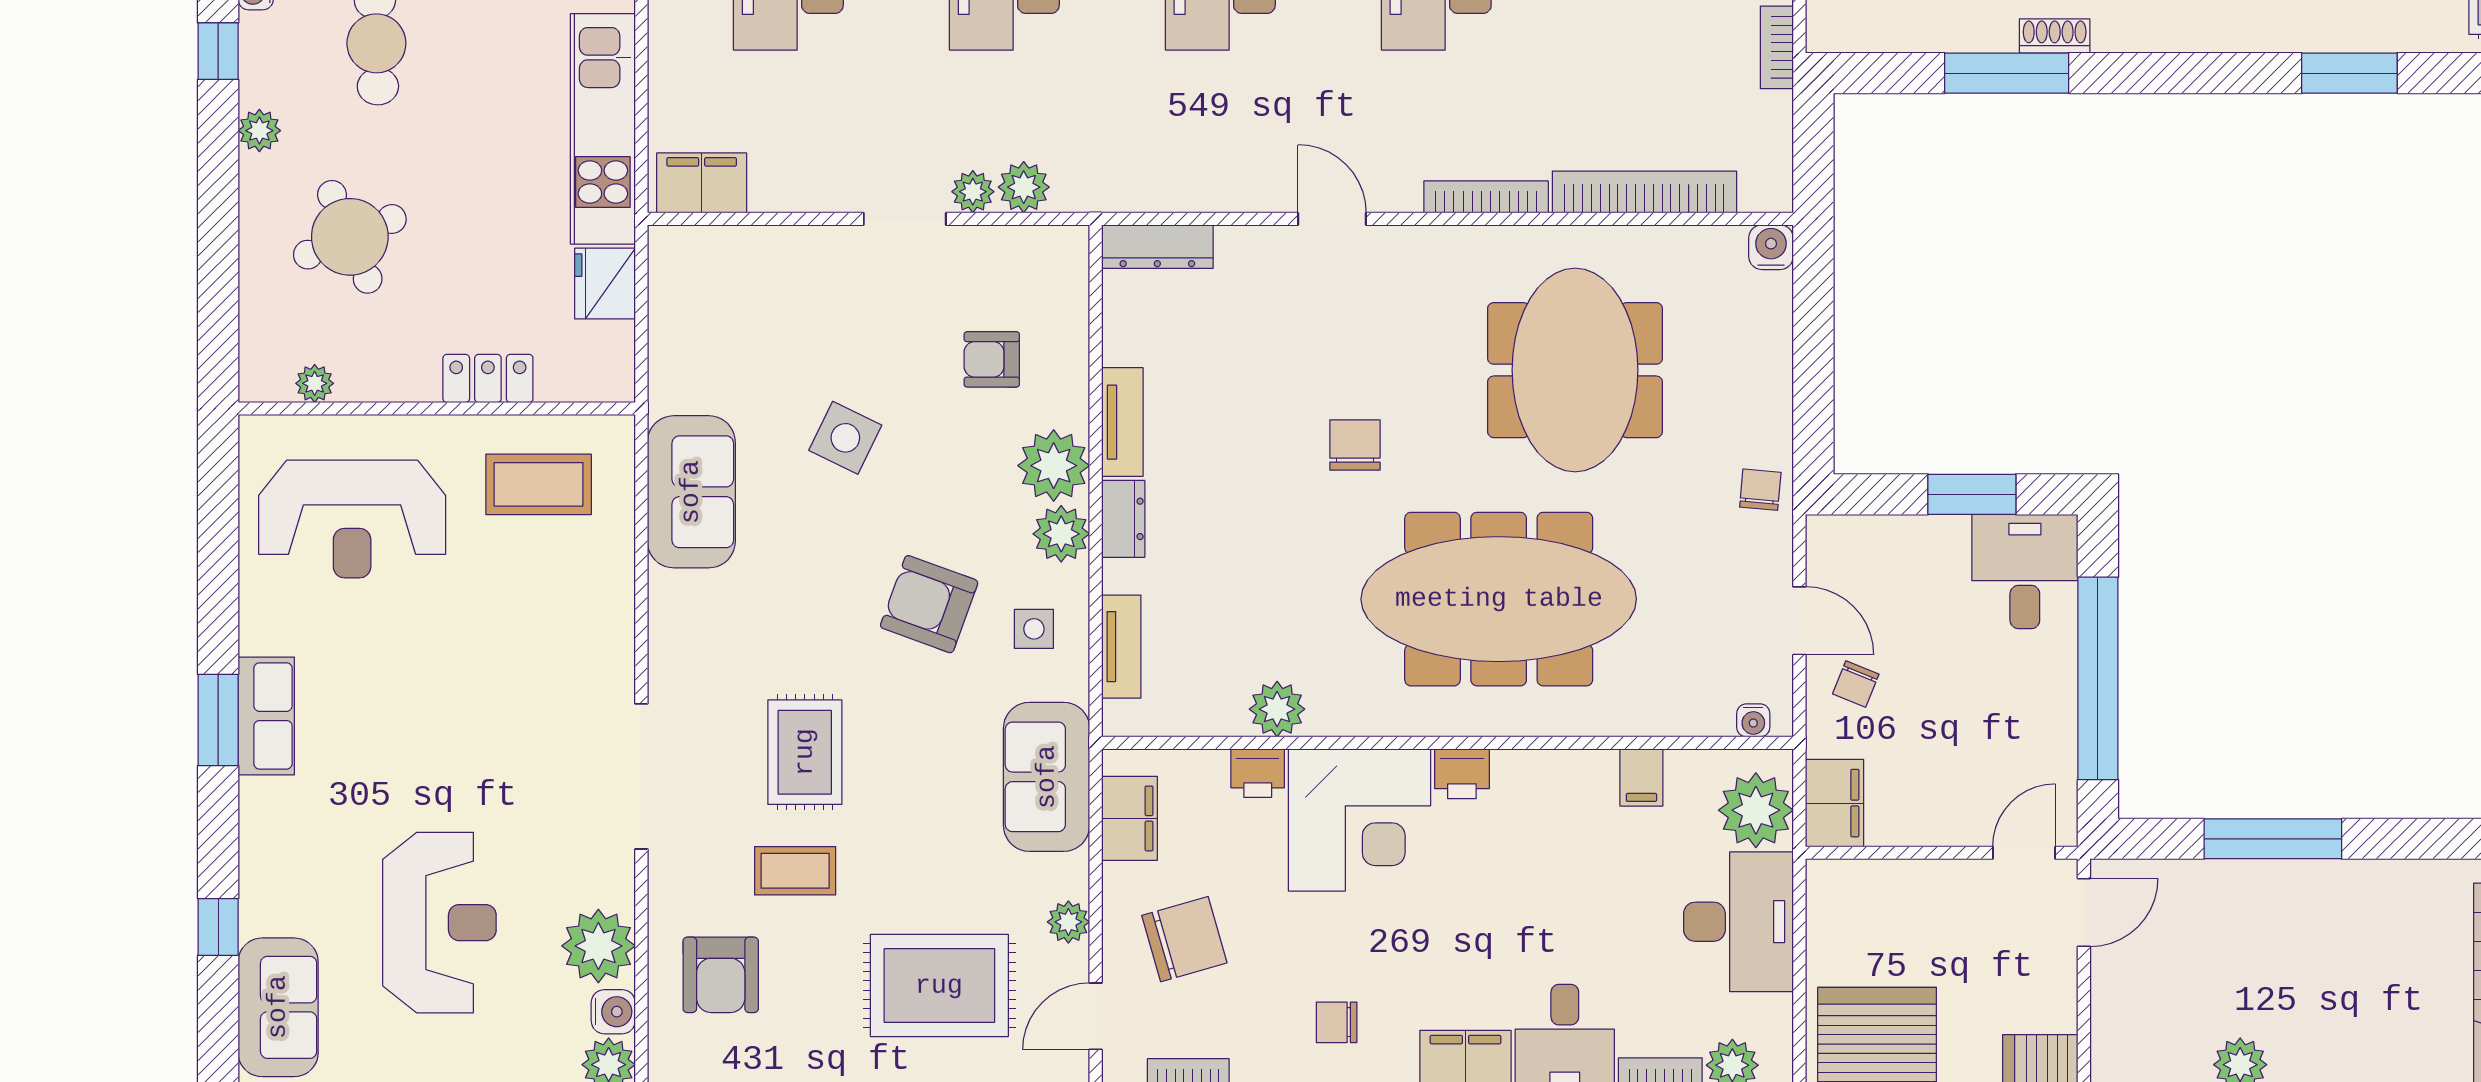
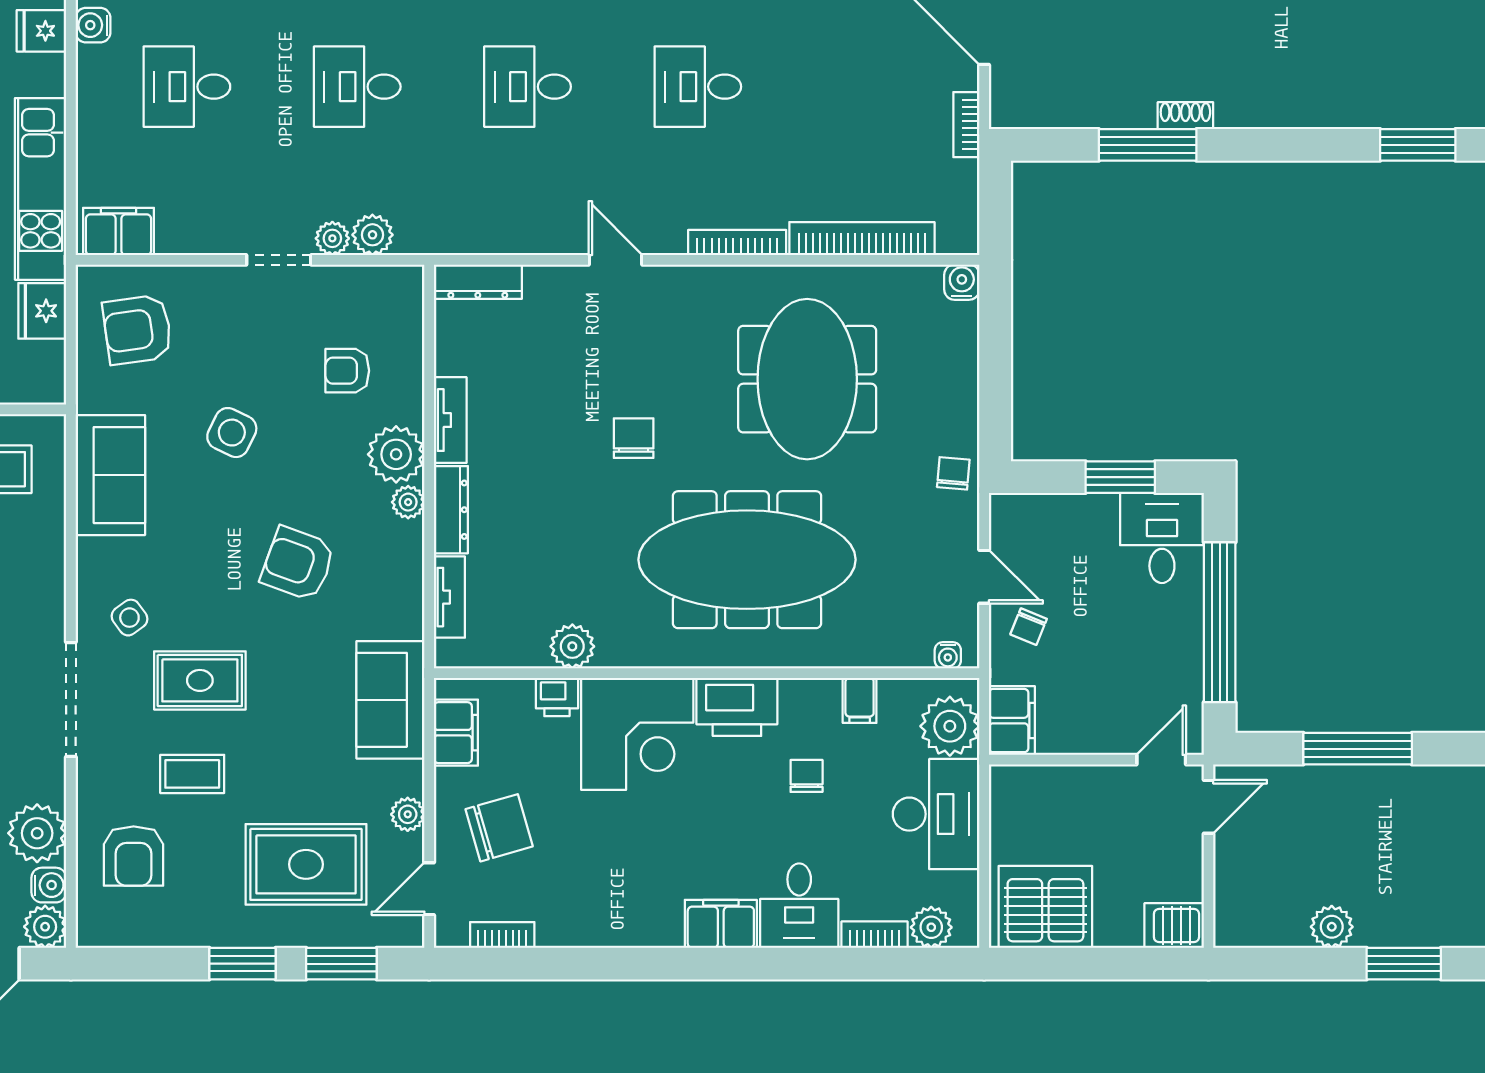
armchair: (726, 307) -> (137, 330), added
dresser: (1123, 519) -> (451, 510), width x1.44
plant: (1061, 534) -> (408, 502), width x0.73, depth x0.73
side table: (1034, 629) -> (129, 618), moved, turned -36
rug: (805, 752) -> (200, 680), turned 90
printer: (1462, 774) -> (737, 707), width x1.87, depth x1.48
chair: (1337, 1022) -> (807, 776), moved, turned 90

